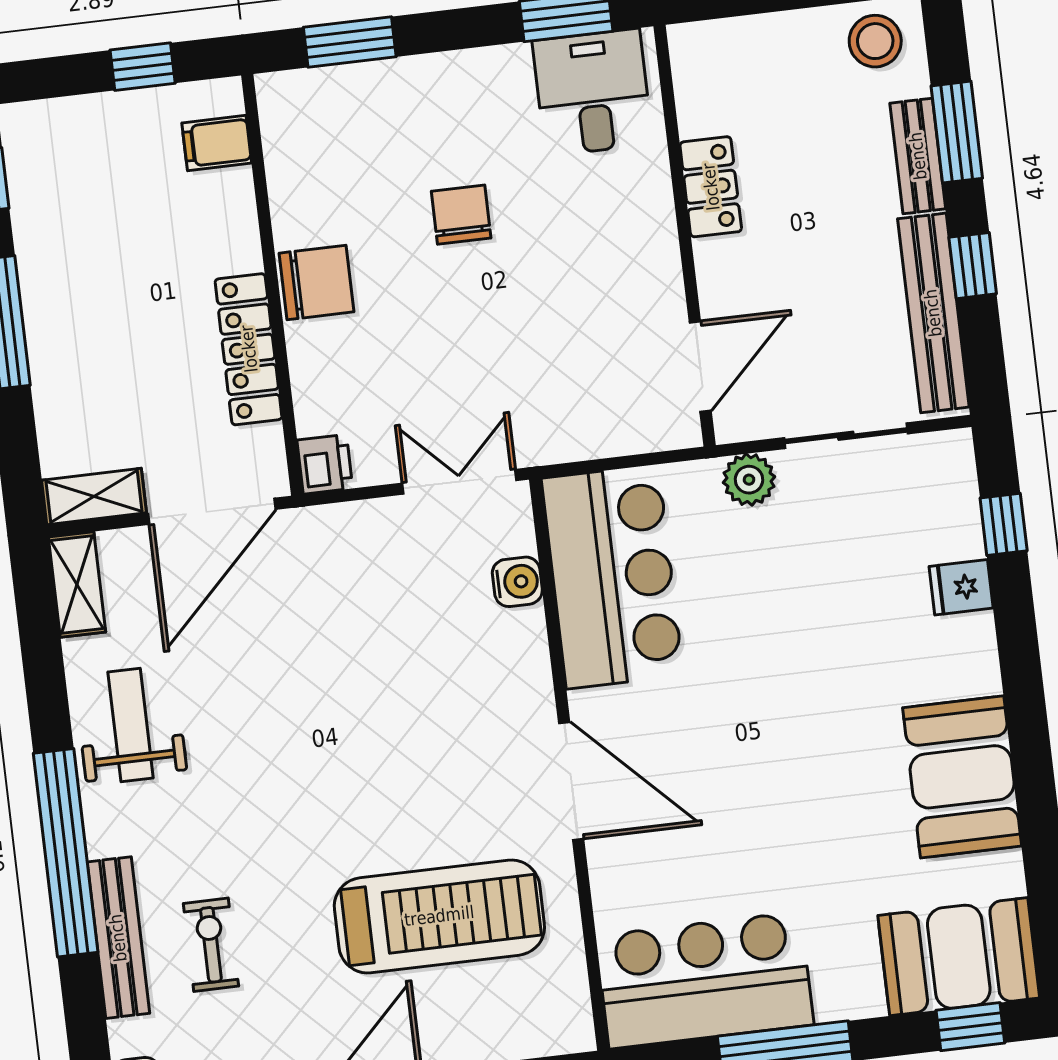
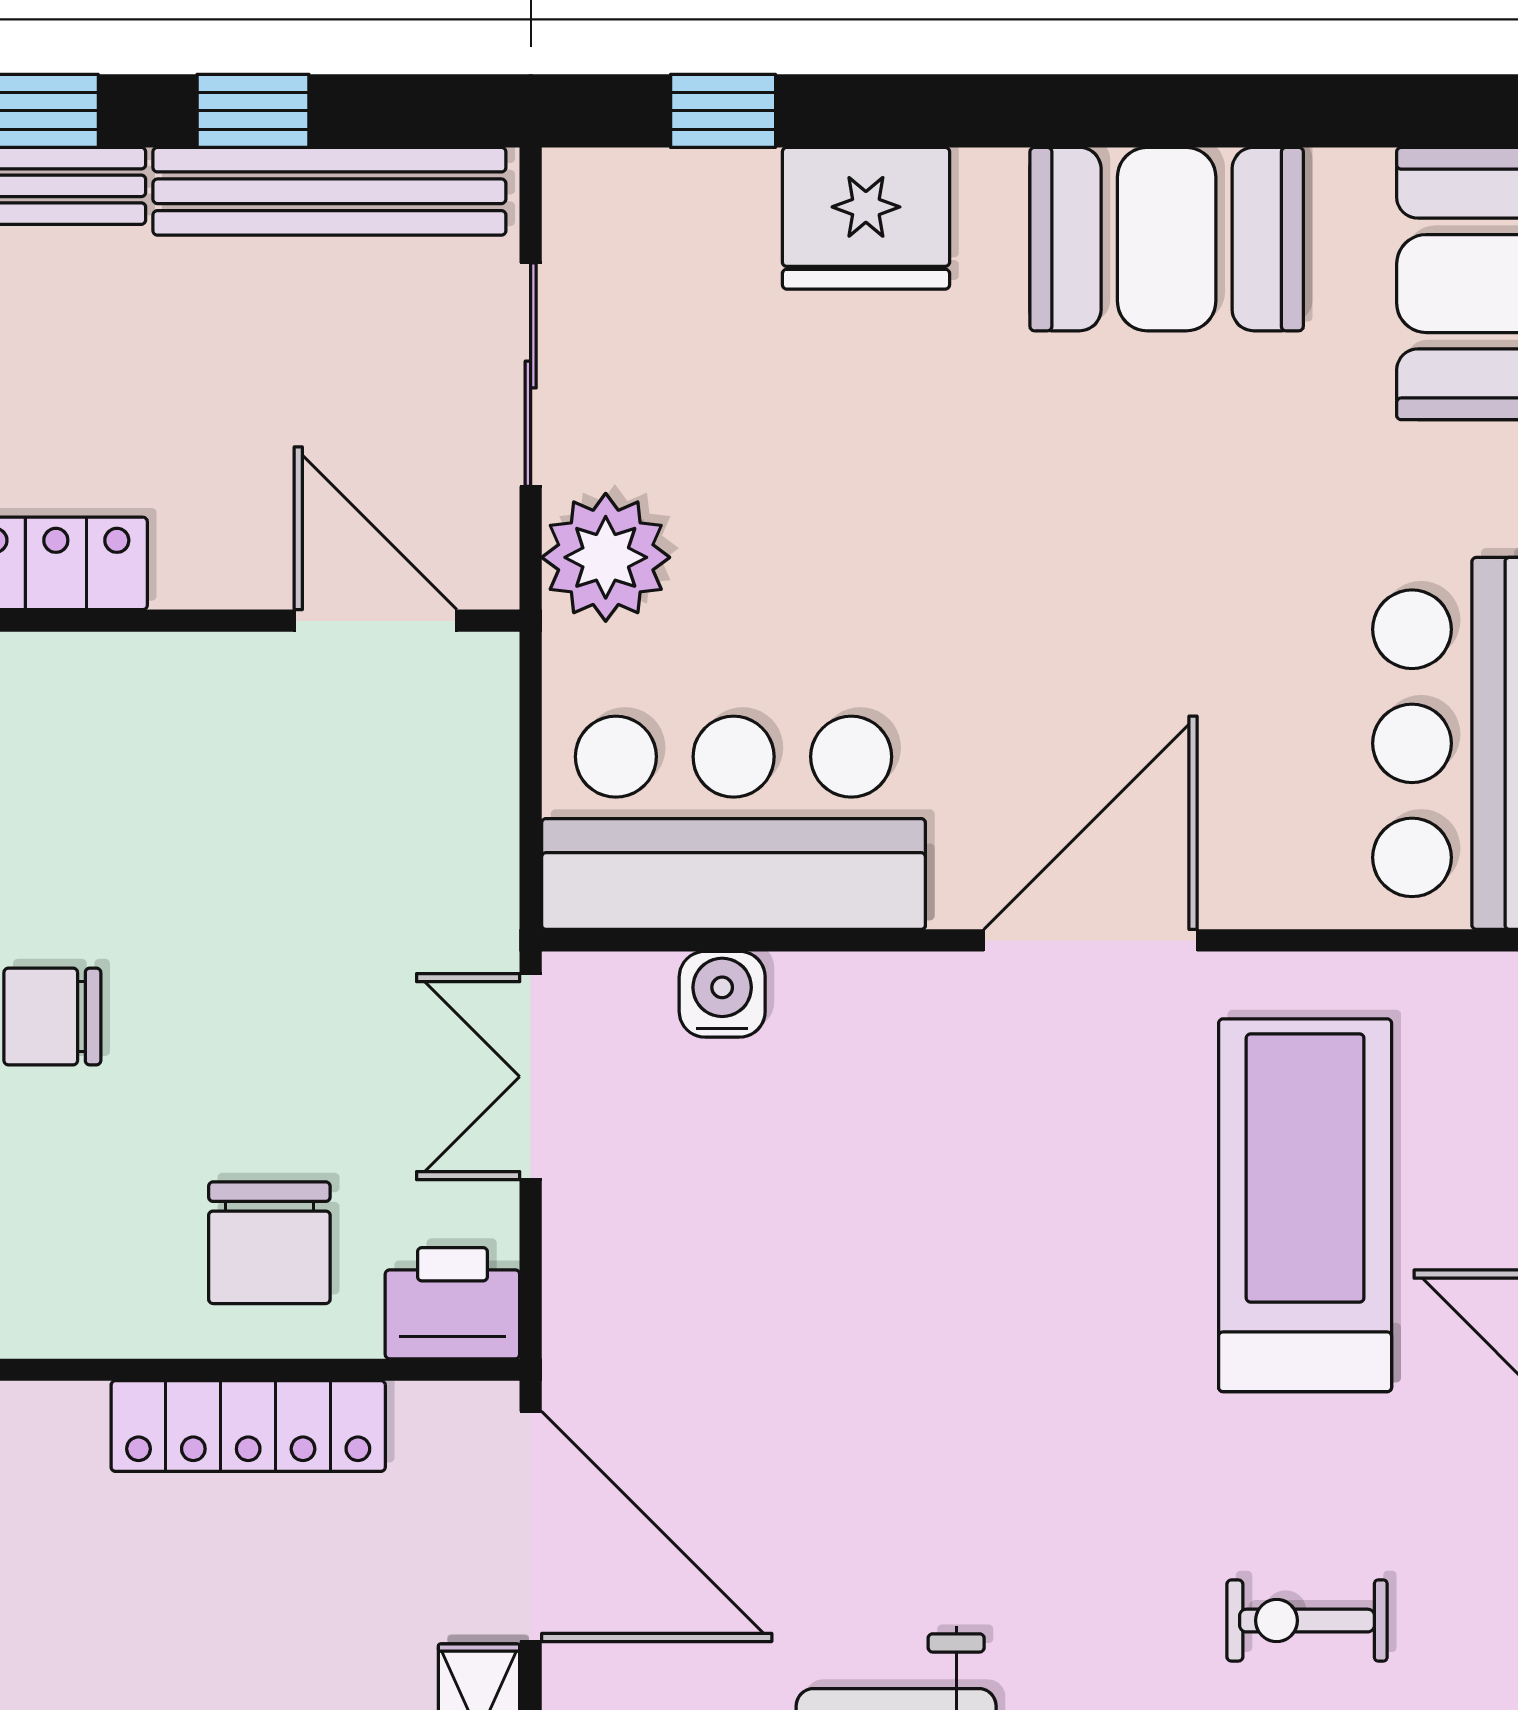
chair: (317, 282) -> (269, 1243), moved, turned 180
printer: (325, 464) -> (452, 1303), width x1.36, depth x1.24
plant: (749, 480) -> (606, 557), width x1.36, depth x1.36
fridge: (961, 587) -> (866, 218), width x1.88, depth x1.34

